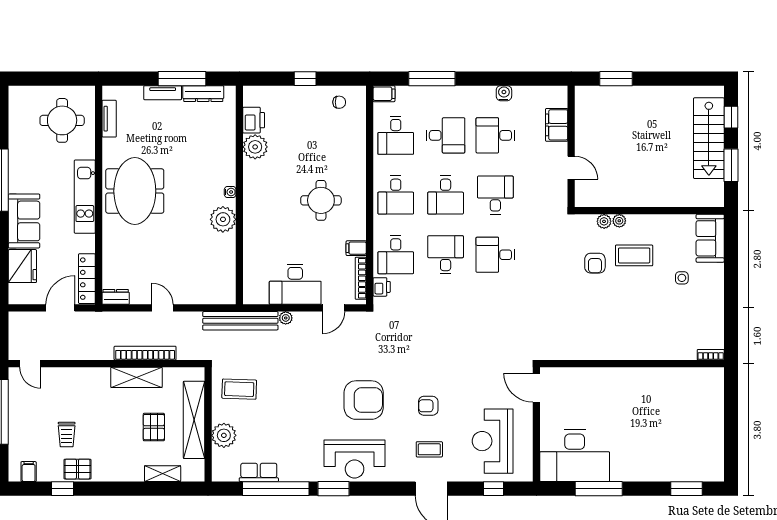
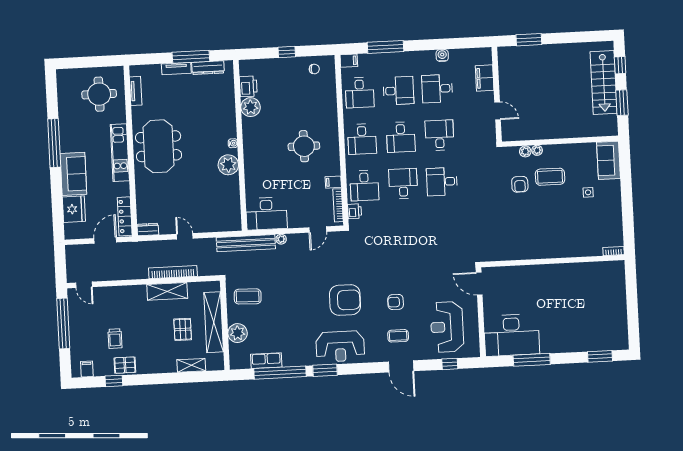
desk: (295, 284) -> (266, 214), moved

